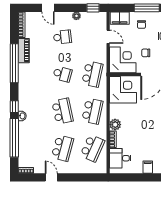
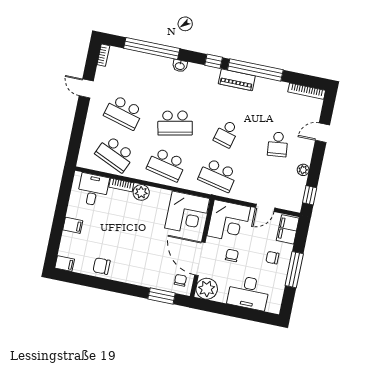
piano: (24, 51) -> (237, 80), moved
window: (14, 107) -> (214, 61), moved
door: (51, 177) -> (86, 88), swing flipped

